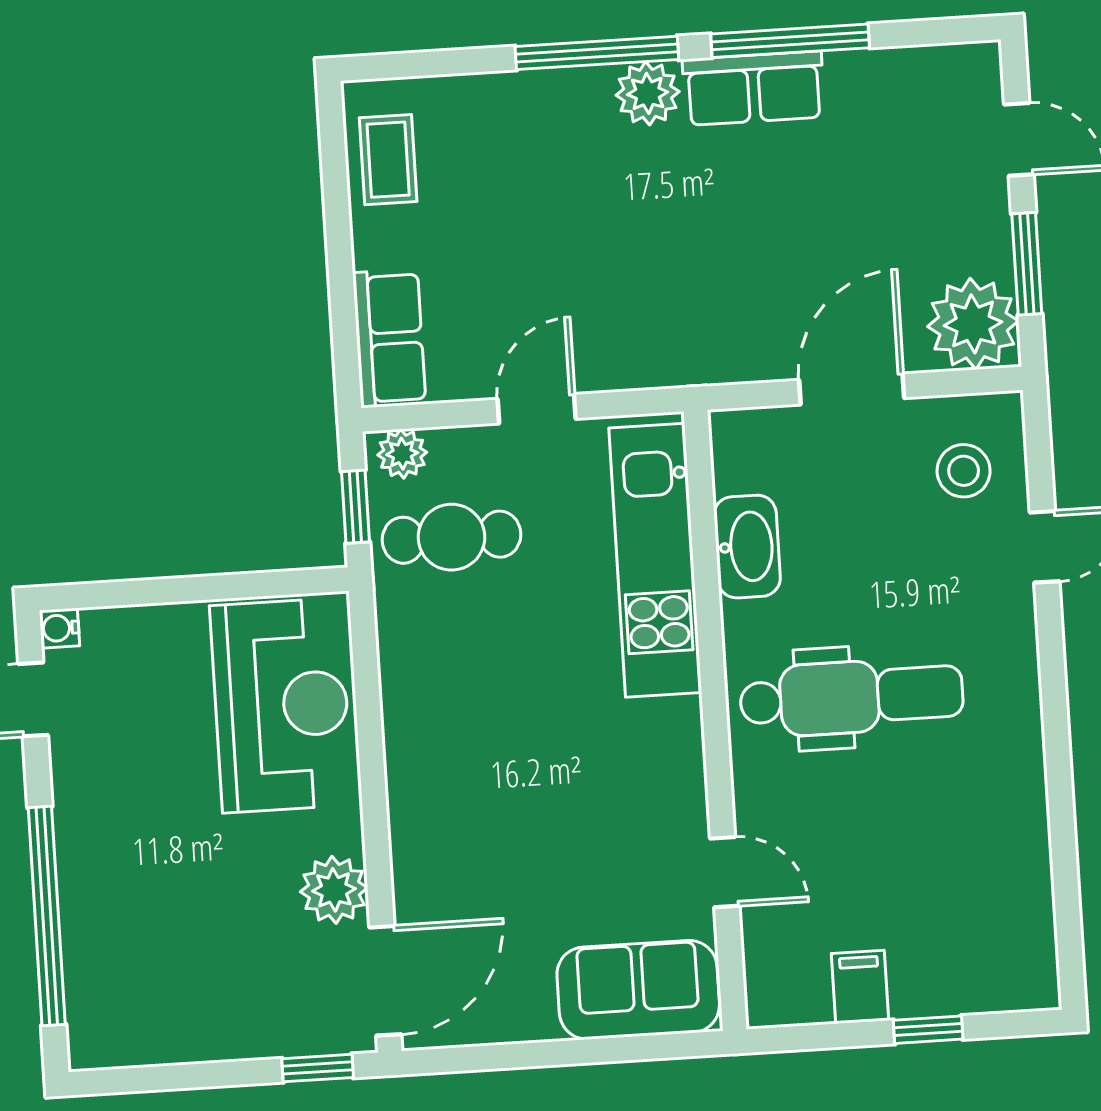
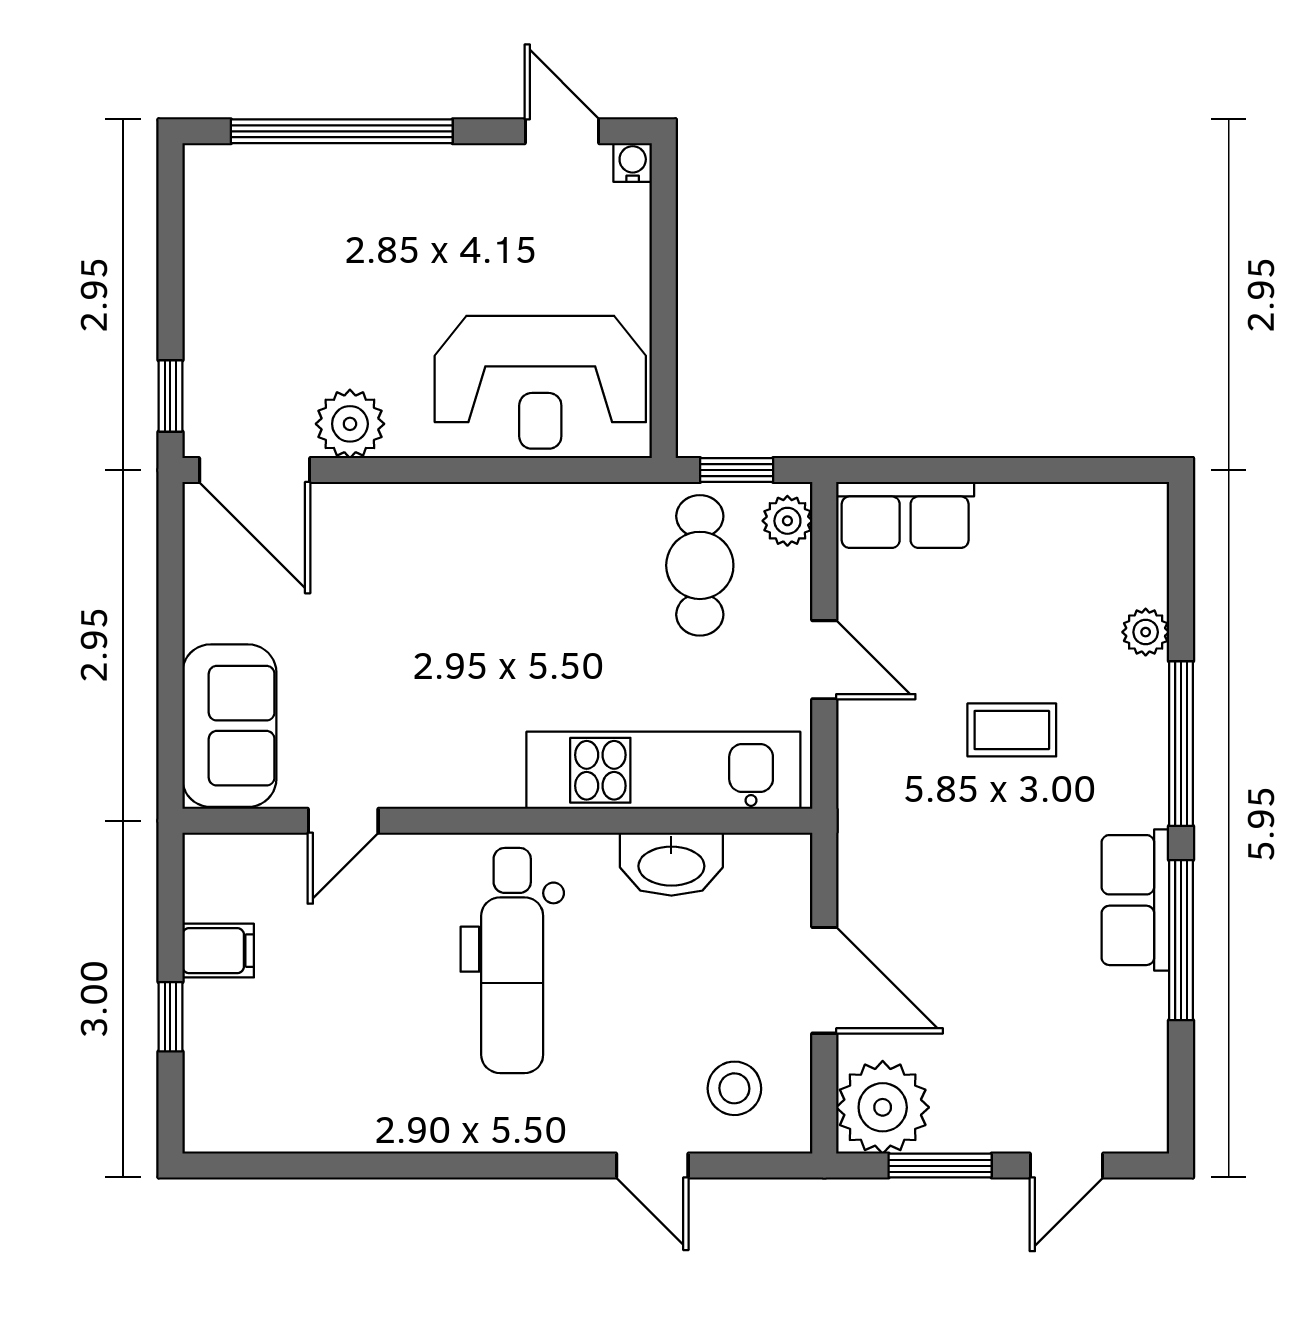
plant: (648, 93) -> (1146, 632), moved, width x0.73, depth x0.73
coffee table: (388, 160) -> (1012, 730), moved

